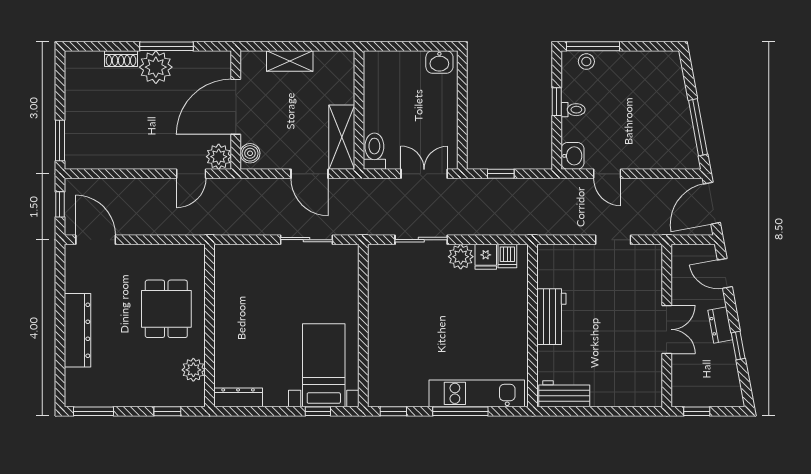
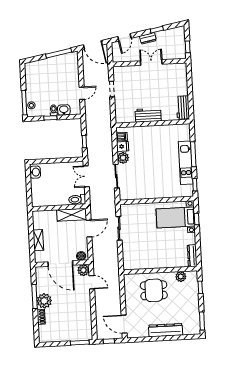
washbasin: (573, 156) -> (64, 110), moved
door: (96, 240) -> (124, 324), hinge flipped
kitchen unit: (477, 393) -> (186, 163), moved

